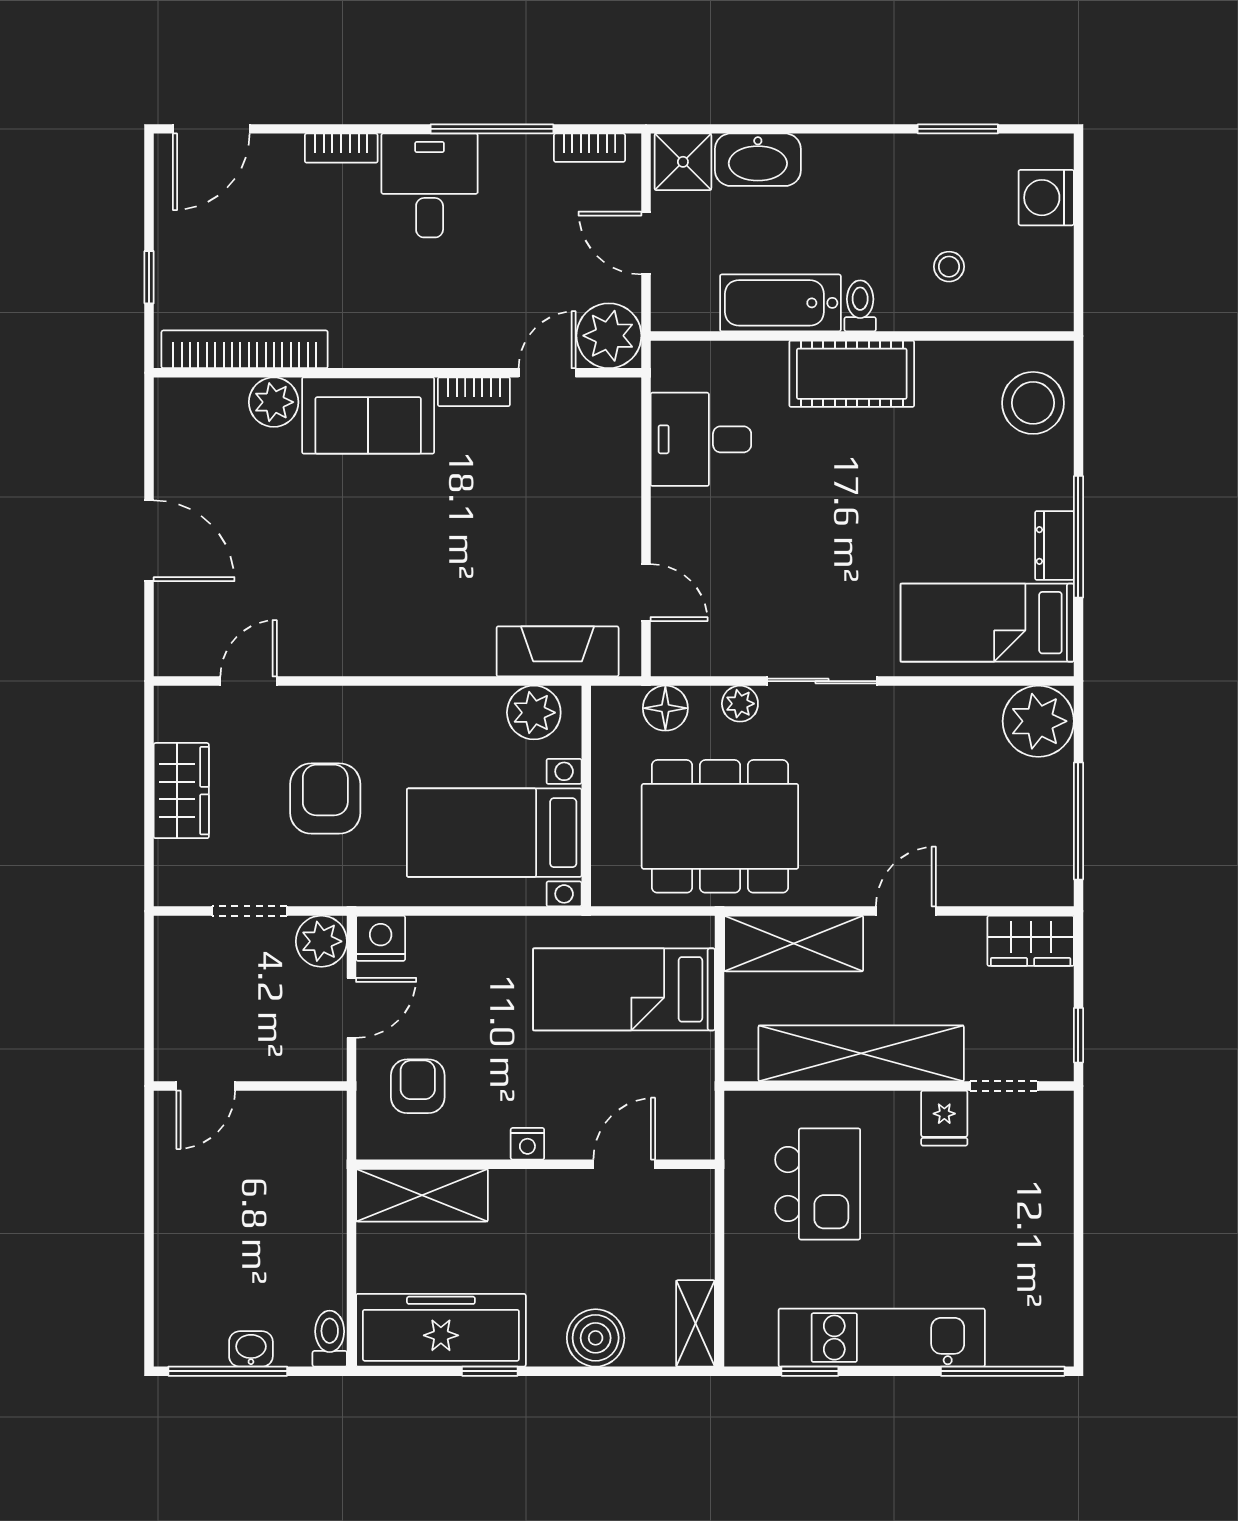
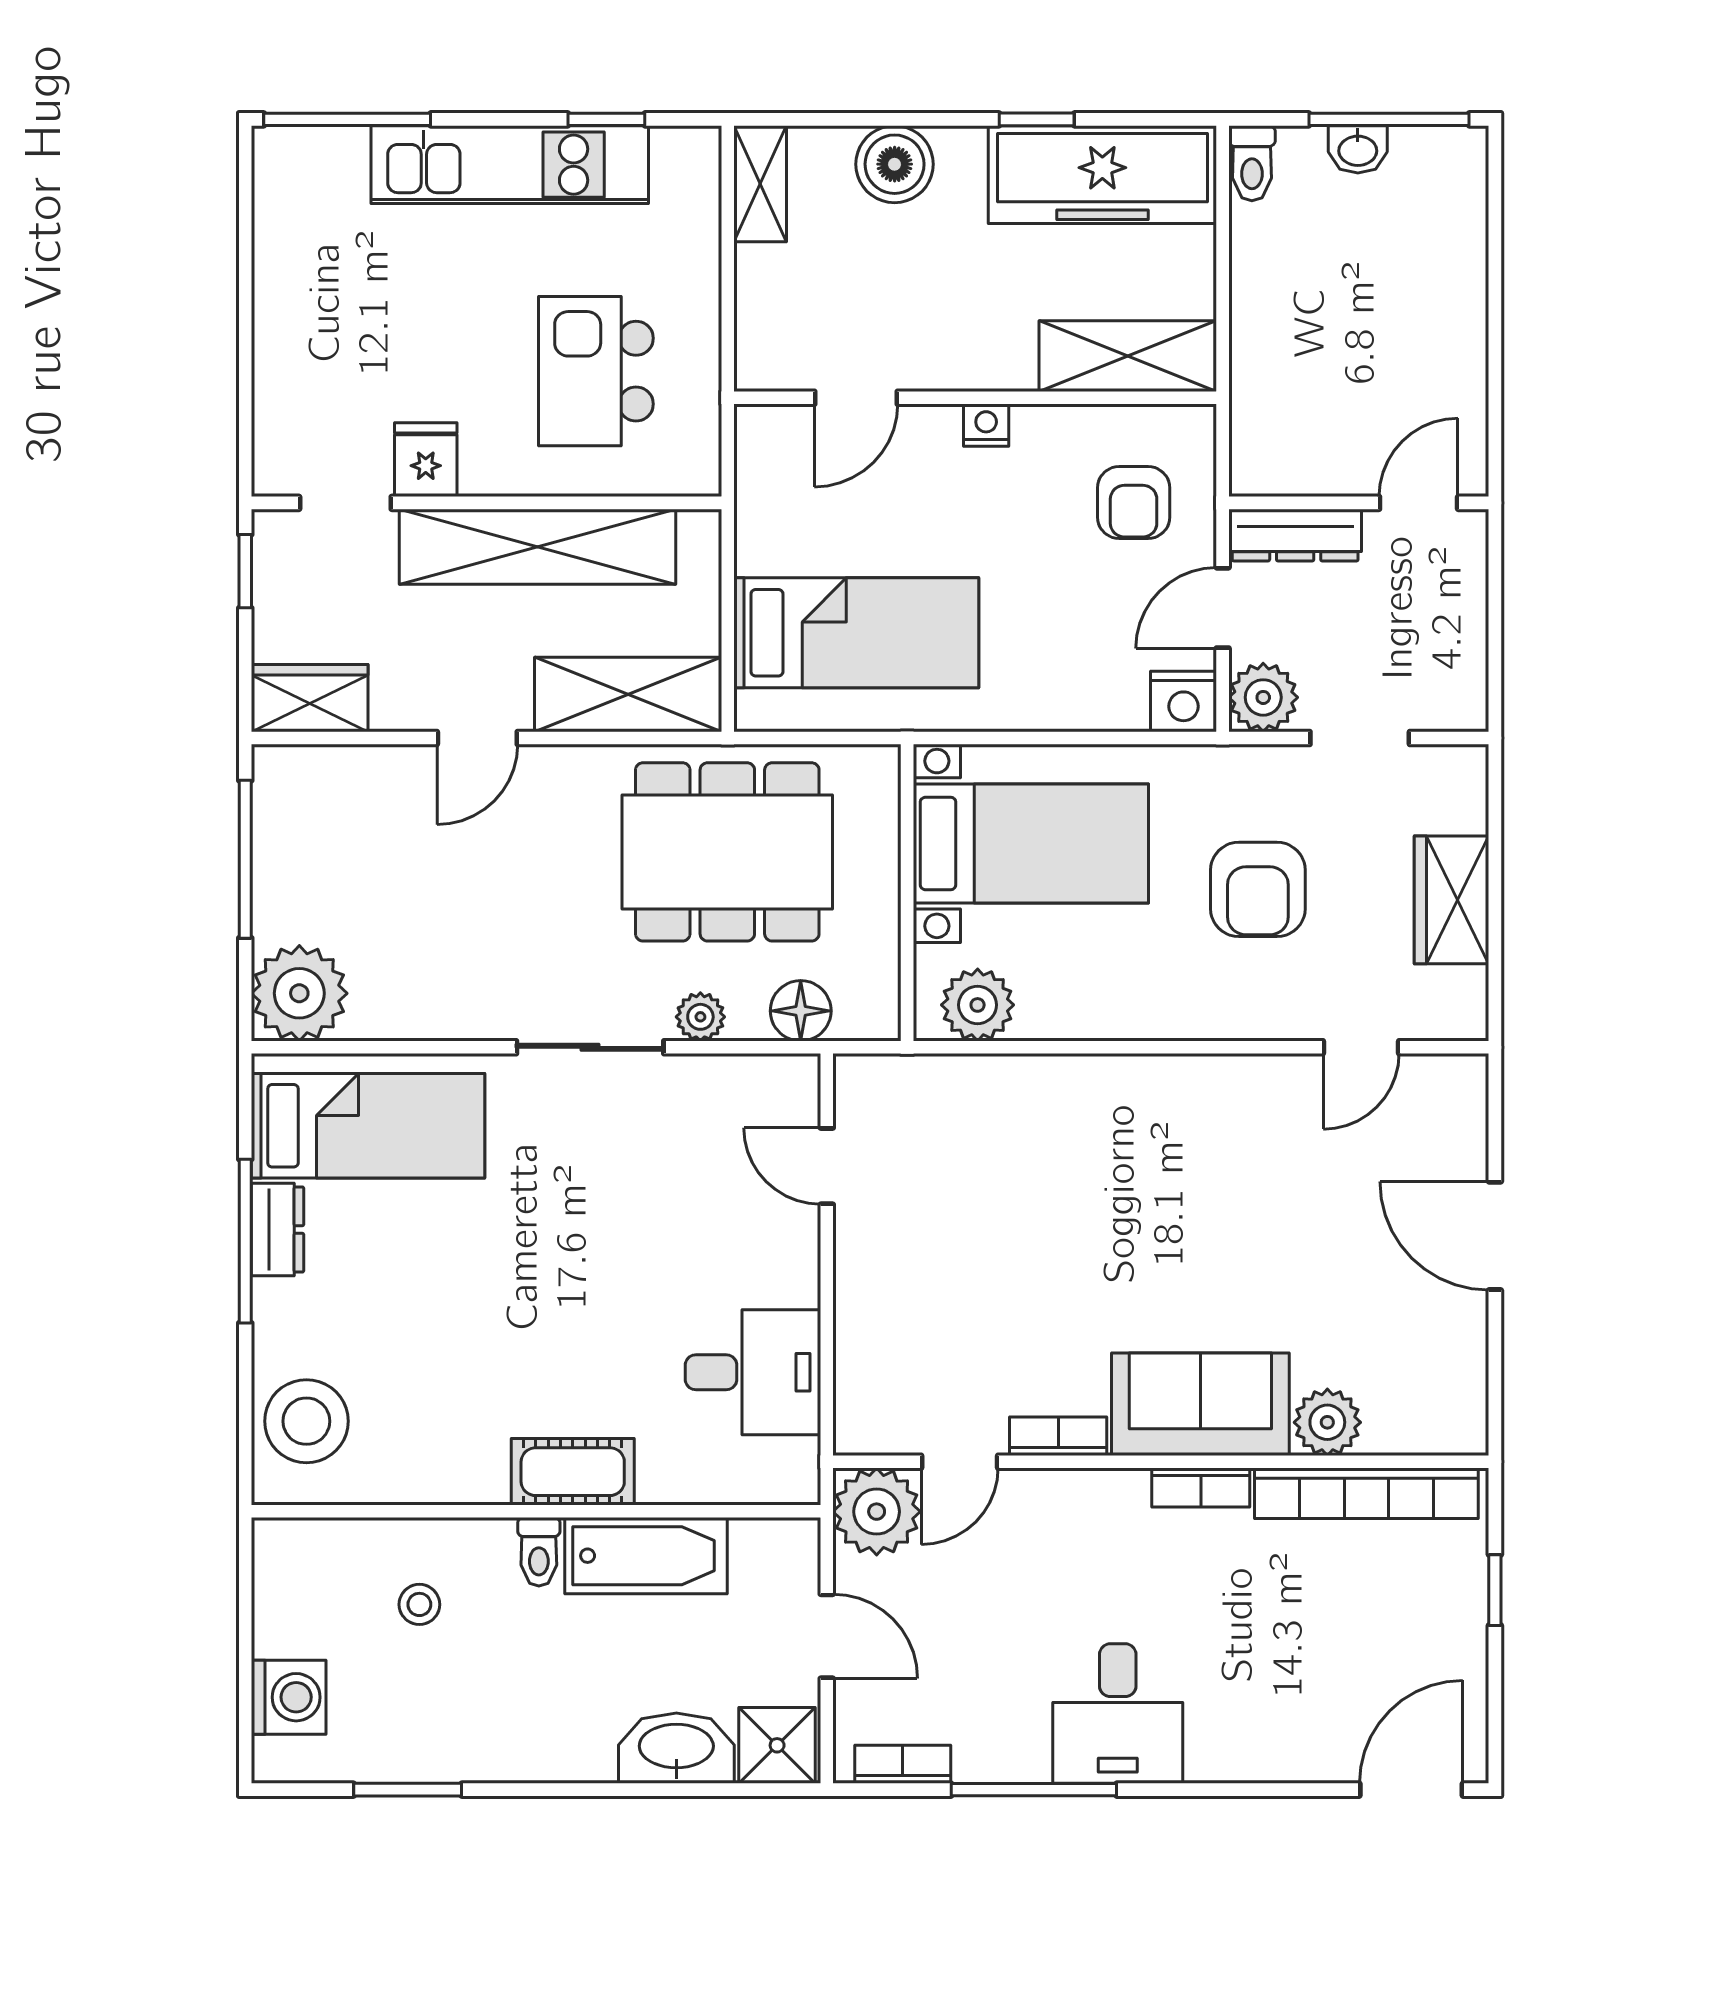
bookcase: (341, 148) -> (1201, 1488), moved, turned 180
cot: (852, 374) -> (573, 1472), width x0.73, depth x0.75
fireplace: (558, 651) -> (946, 1087), removed
dresser: (298, 1062) -> (1295, 535), added

